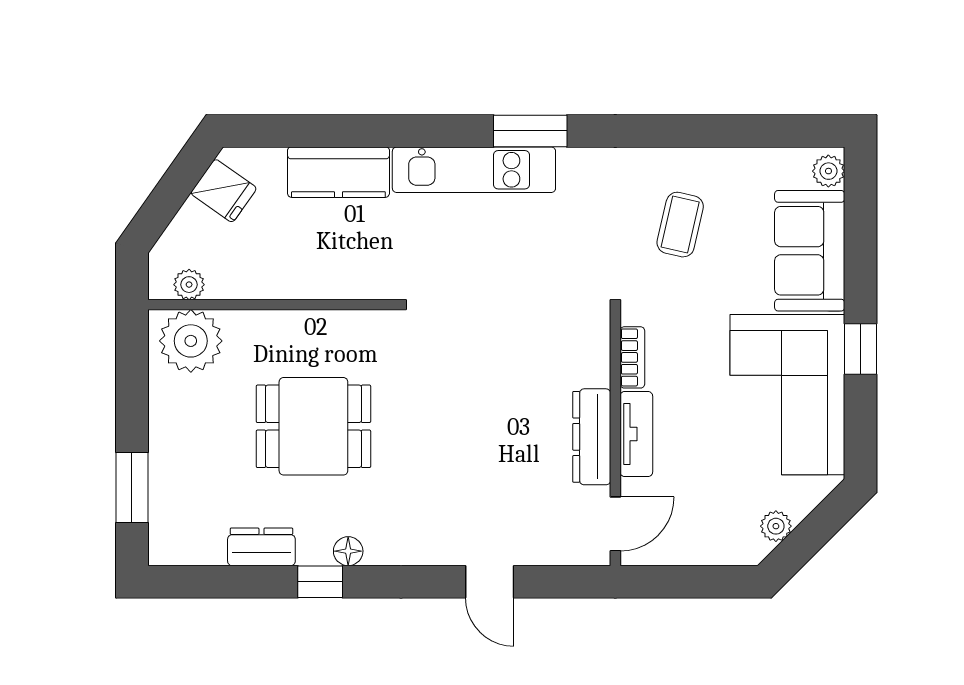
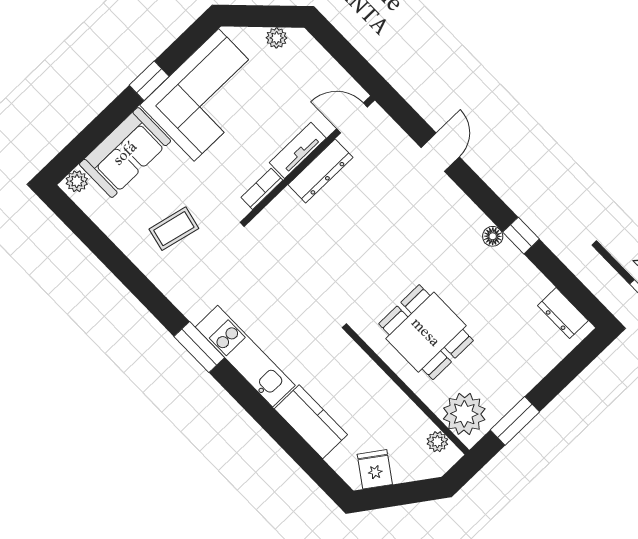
dining table: (313, 426) -> (426, 332), moved
window: (132, 487) -> (515, 421), moved
dresser: (261, 547) -> (563, 313), moved

